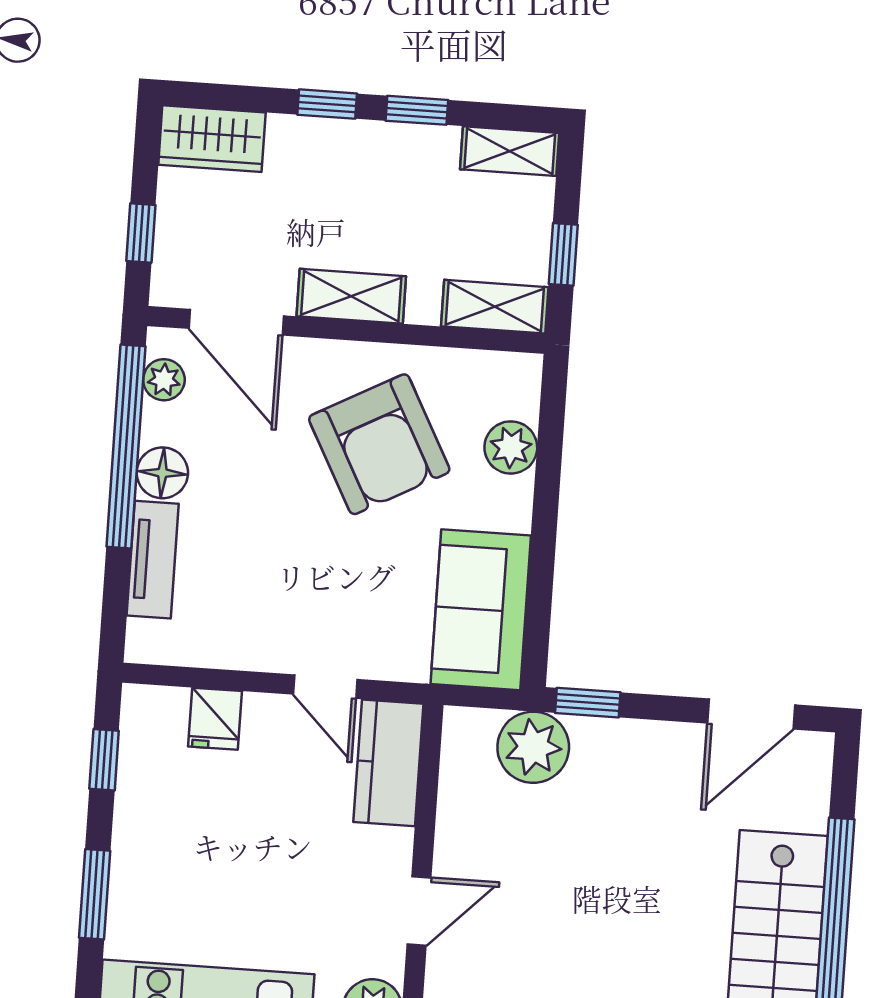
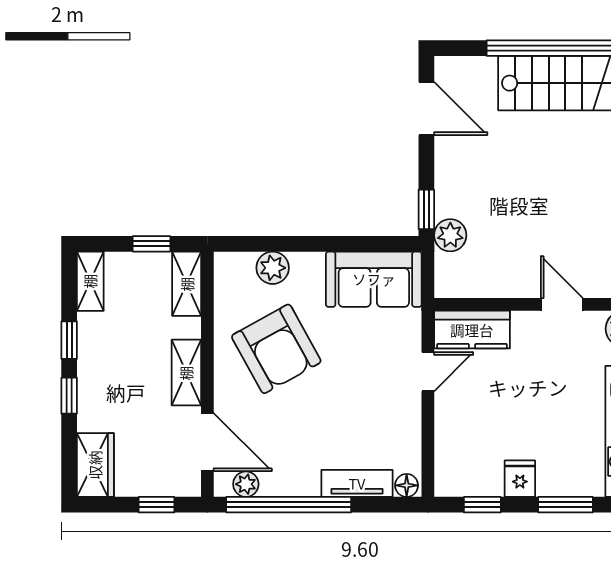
door: (236, 322) -> (207, 442), hinge flipped
armchair: (379, 444) -> (276, 349), turned 89
floor lamp: (162, 473) -> (407, 485), moved, width x0.73, depth x0.73
fridge: (215, 719) -> (520, 479), moved, turned -90
plant: (533, 747) -> (450, 235), width x0.73, depth x0.73

